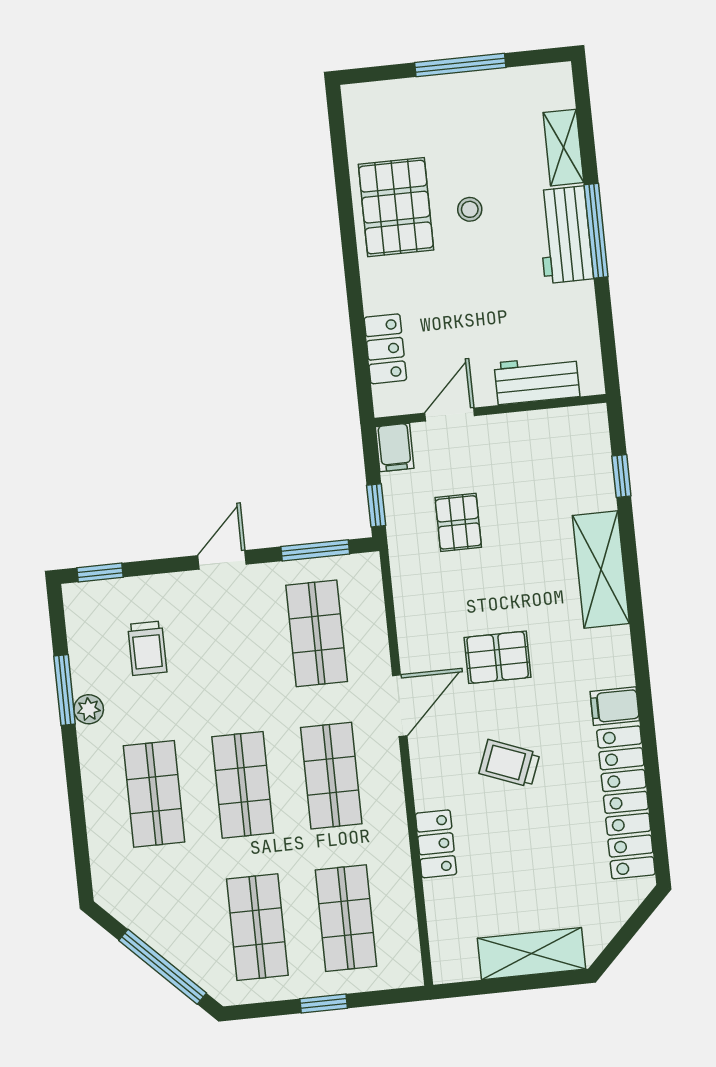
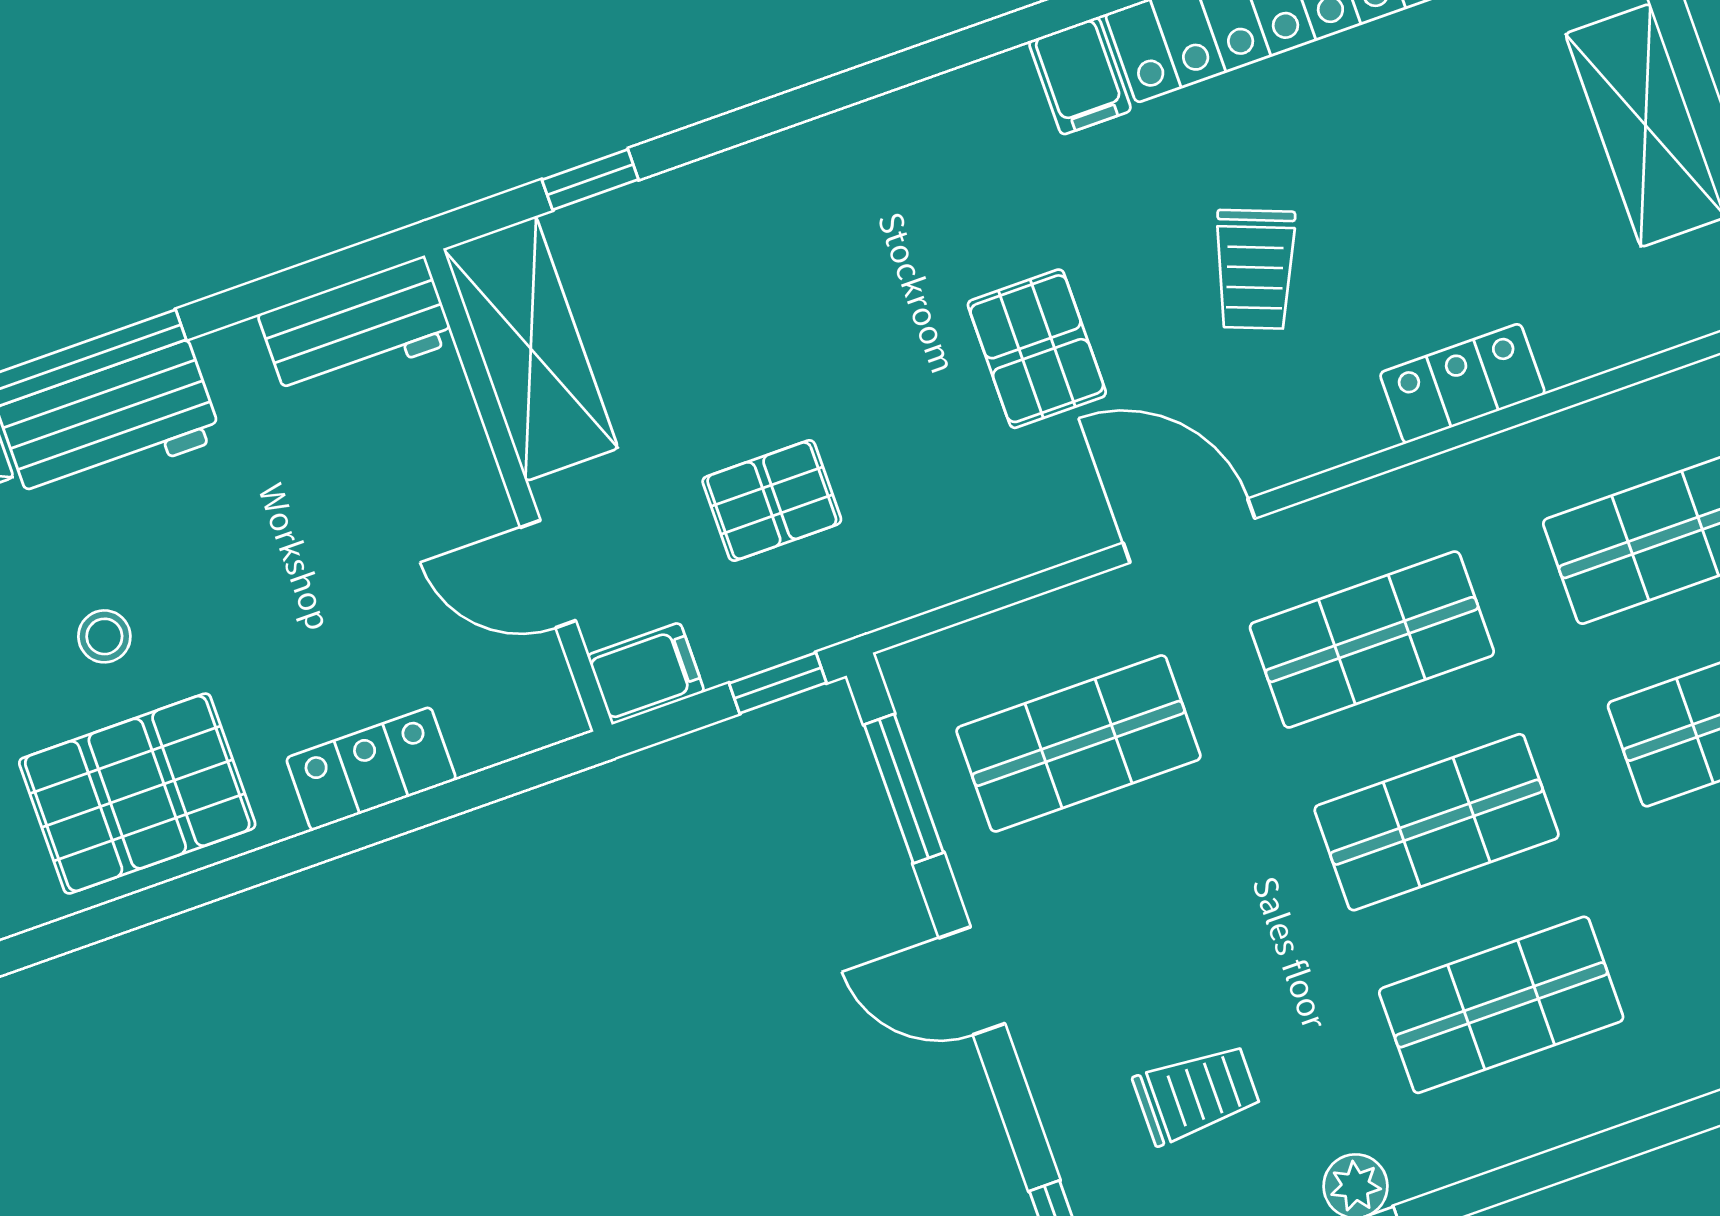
locker: (385, 349) -> (371, 769), moved
workbench: (537, 380) -> (356, 328), moved, turned -90
shelving: (601, 569) -> (531, 349), moved, turned 90

